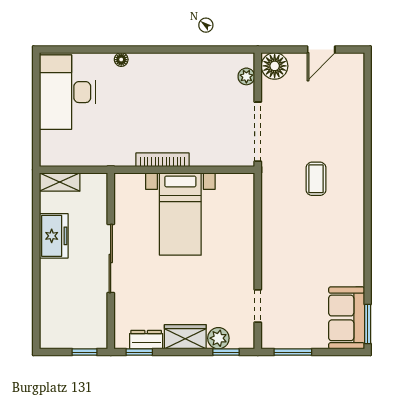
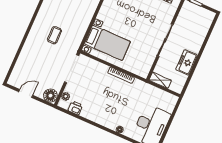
printer: (219, 63) -> (75, 108), added
shelving: (60, 182) -> (160, 80), moved
bed with nightstands: (180, 214) -> (107, 43), moved, turned 90

